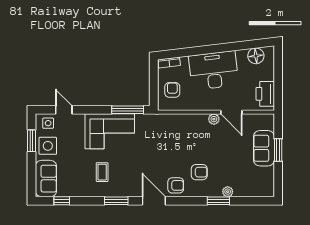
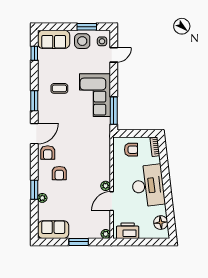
plant: (269, 119) -> (106, 234), added
sofa: (264, 148) -> (53, 230), moved

